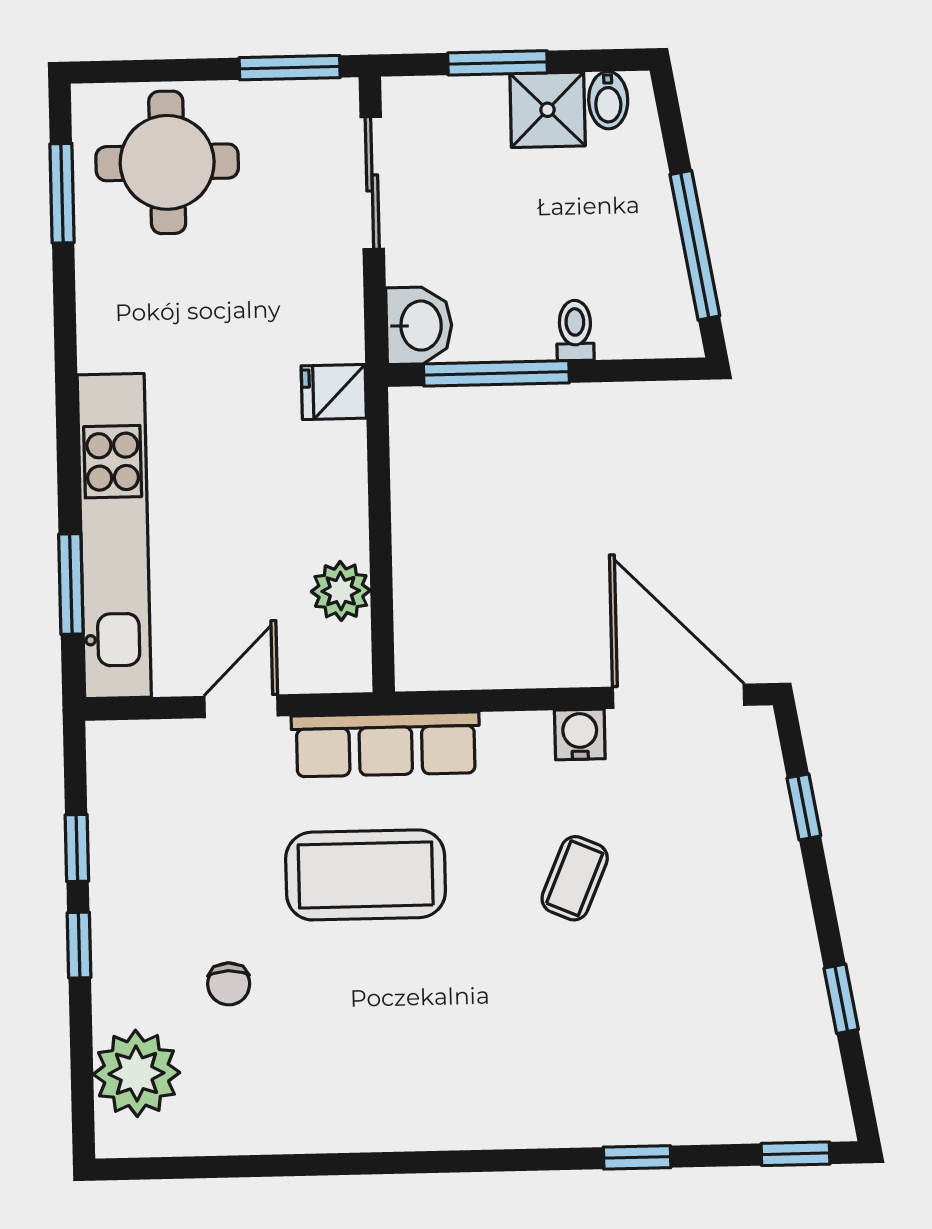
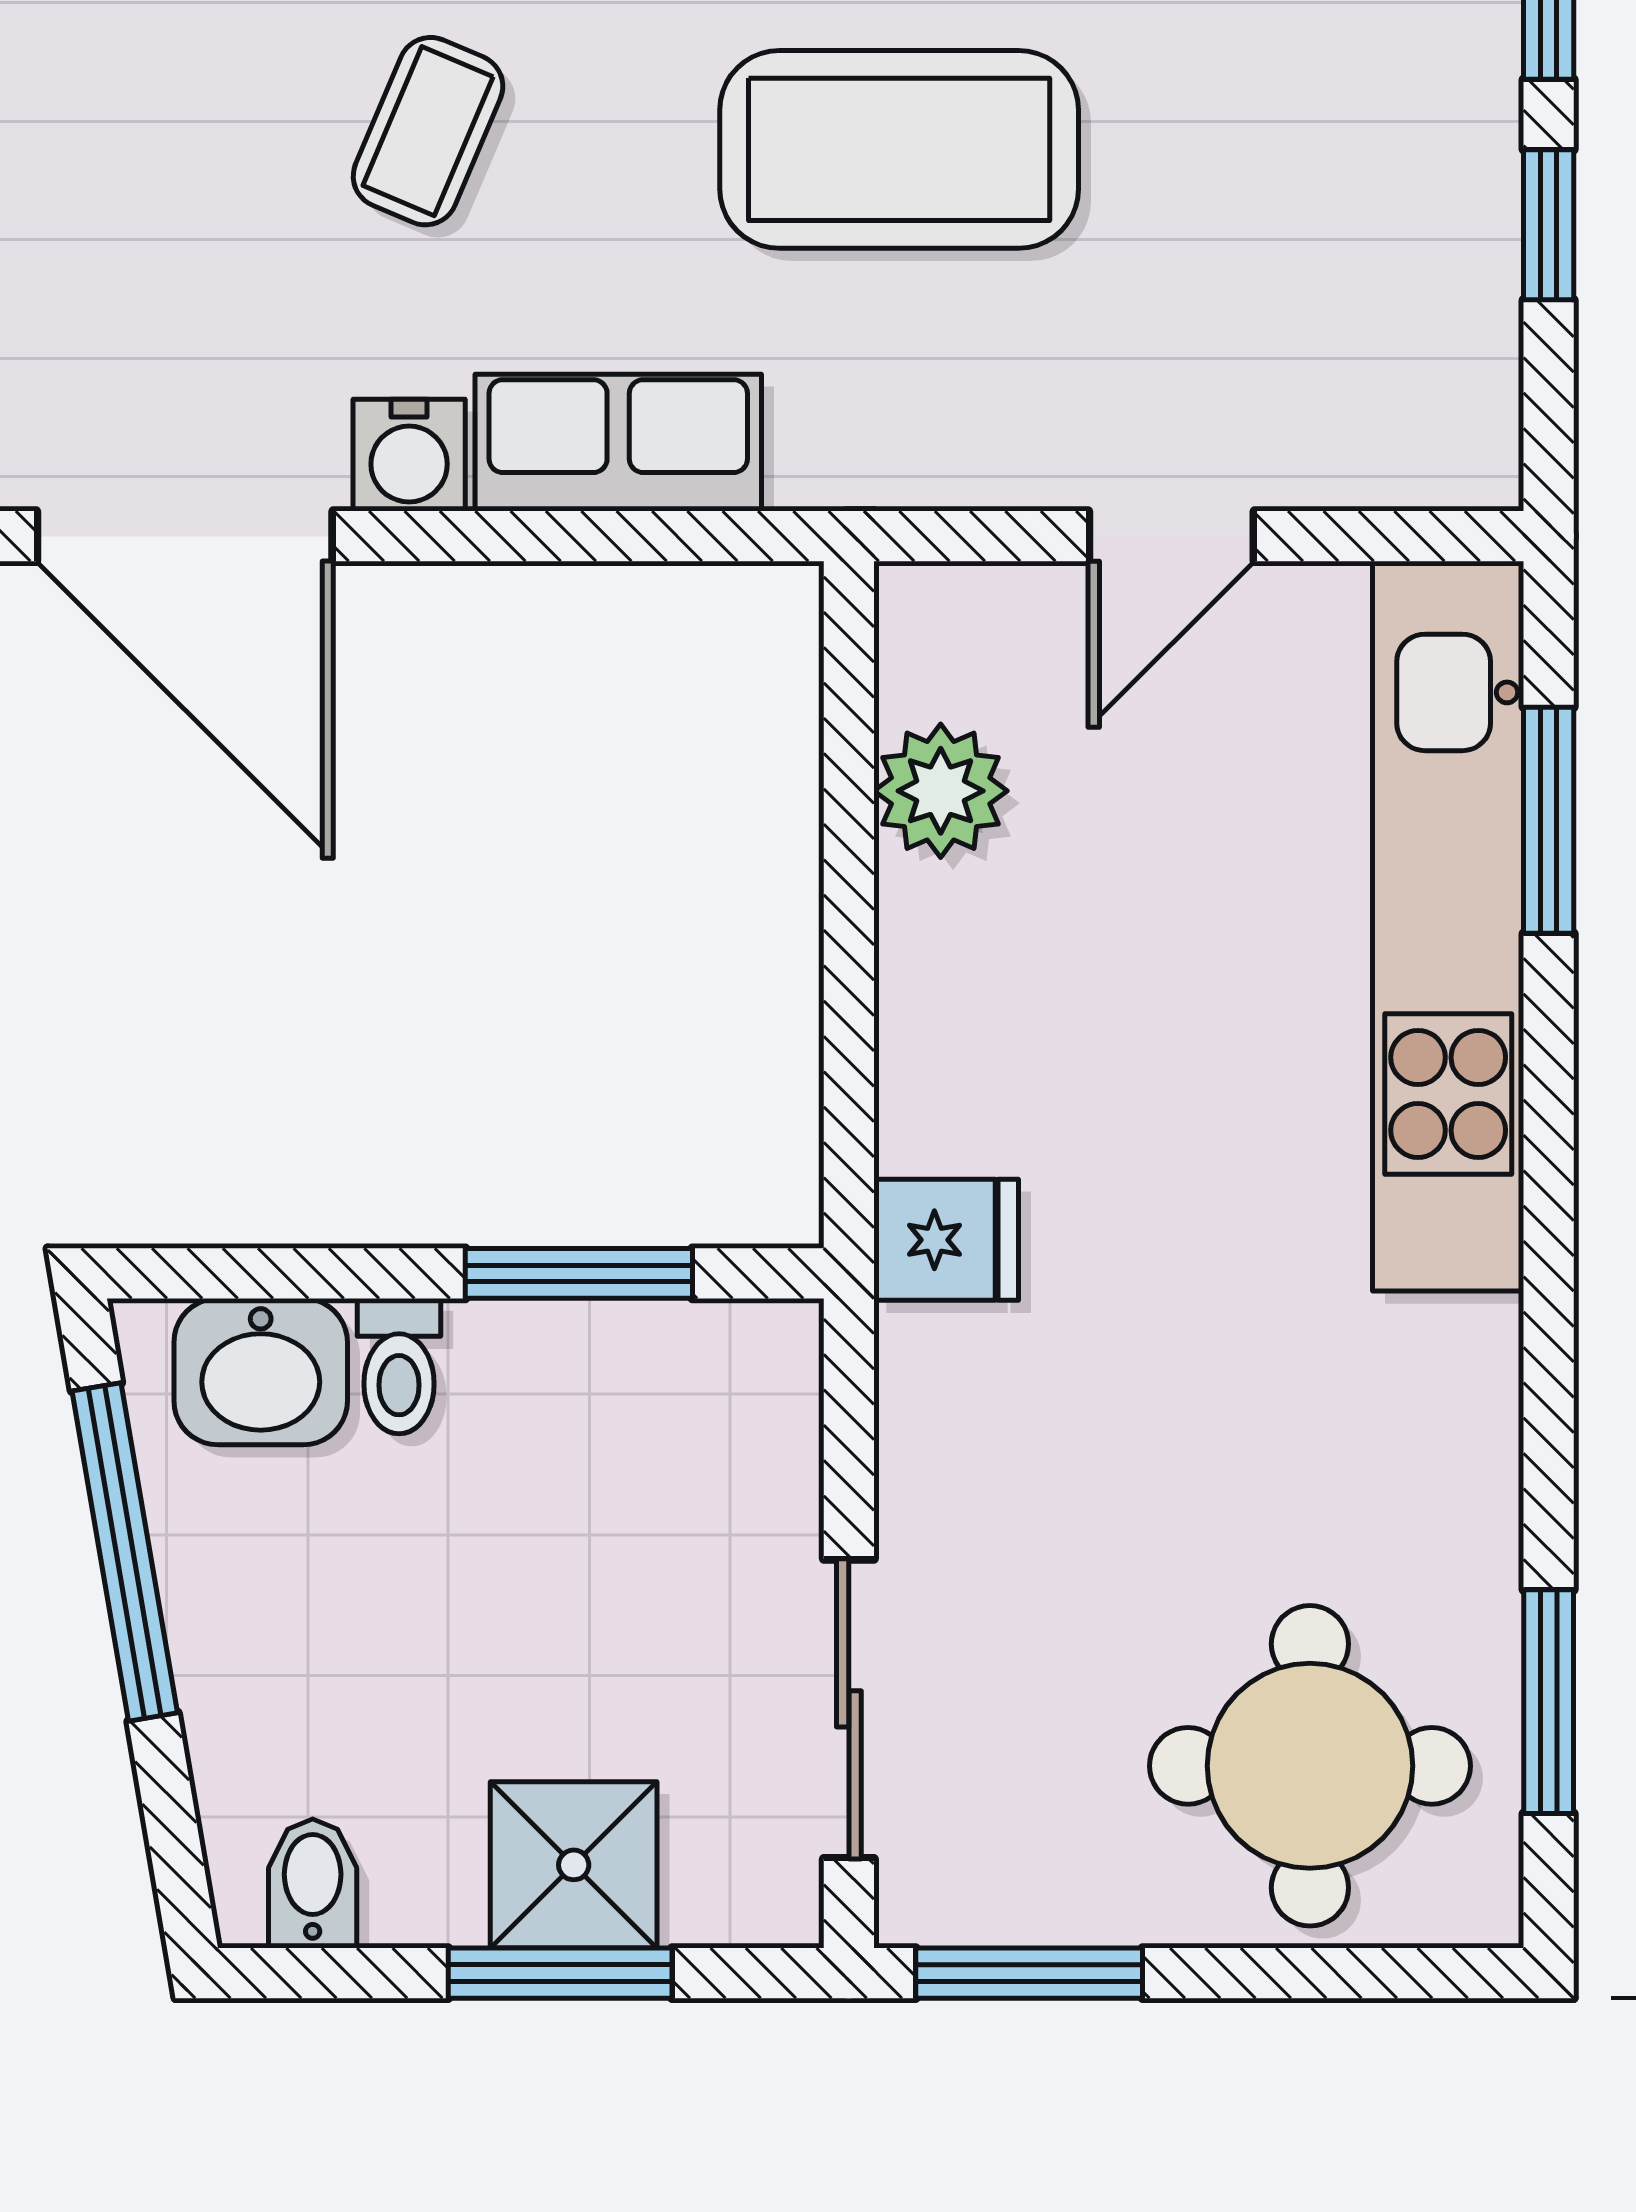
shower: (548, 110) -> (574, 1865), moved
washbasin: (419, 326) -> (261, 1372), moved, turned -90
window: (496, 373) -> (579, 1273), width x0.69
row of seats: (386, 744) -> (618, 443), moved, width x0.68

